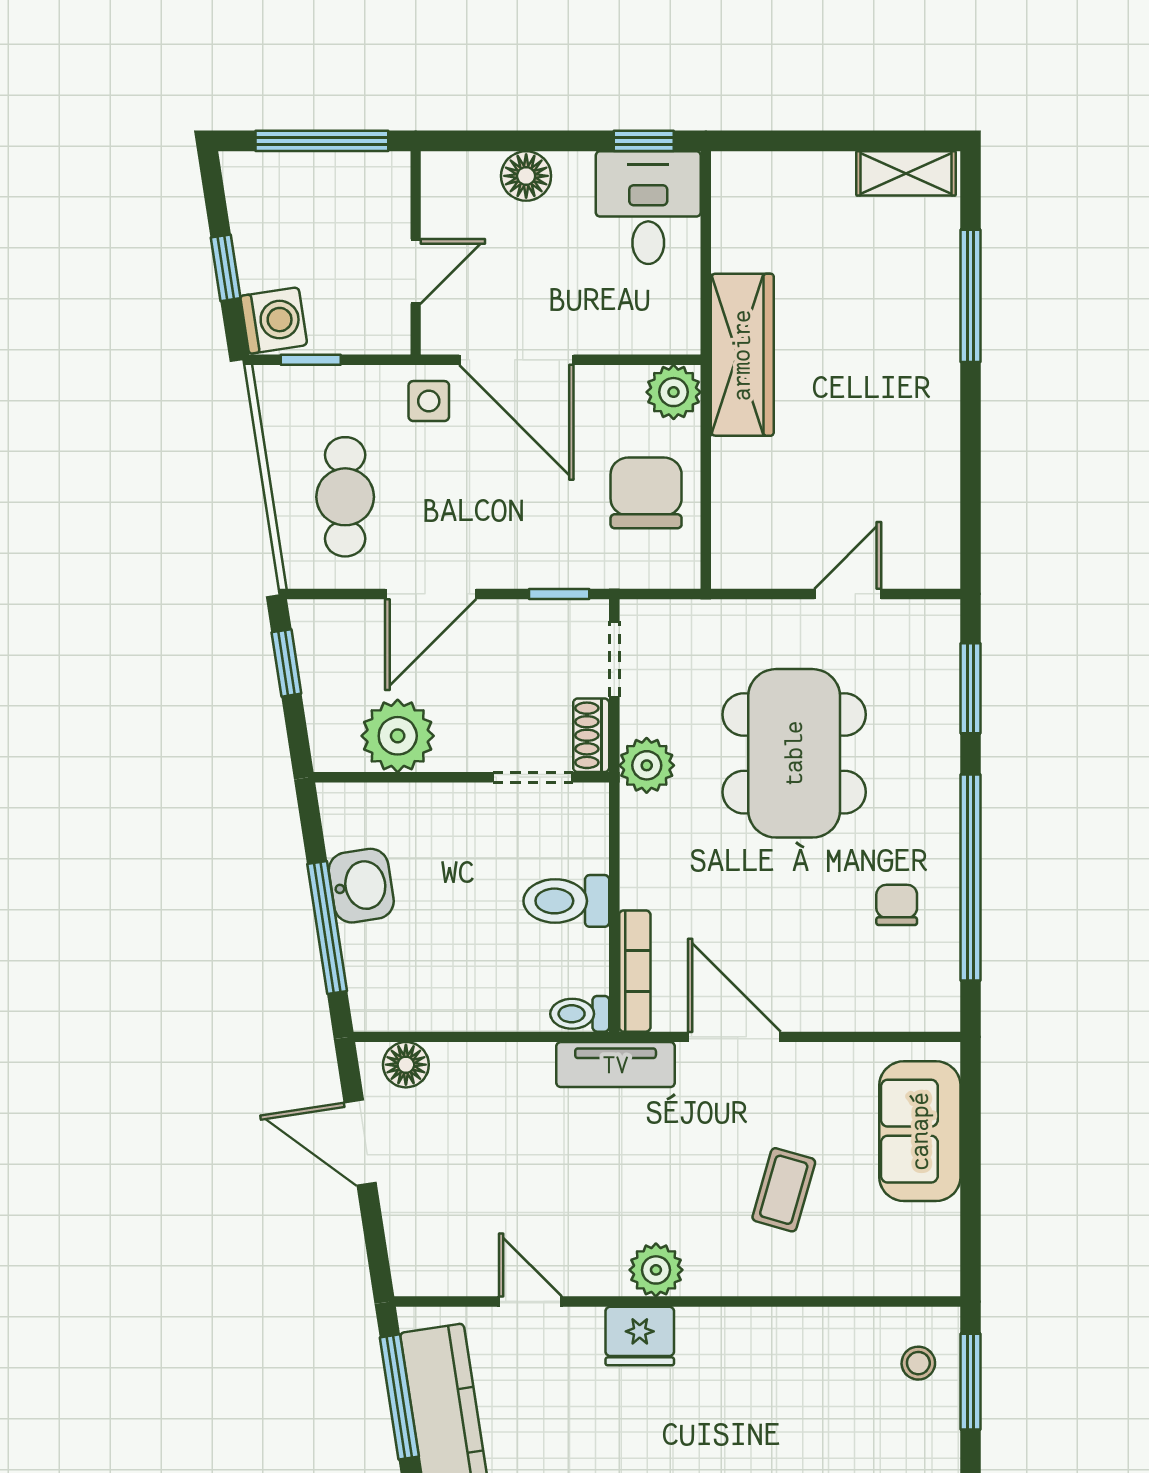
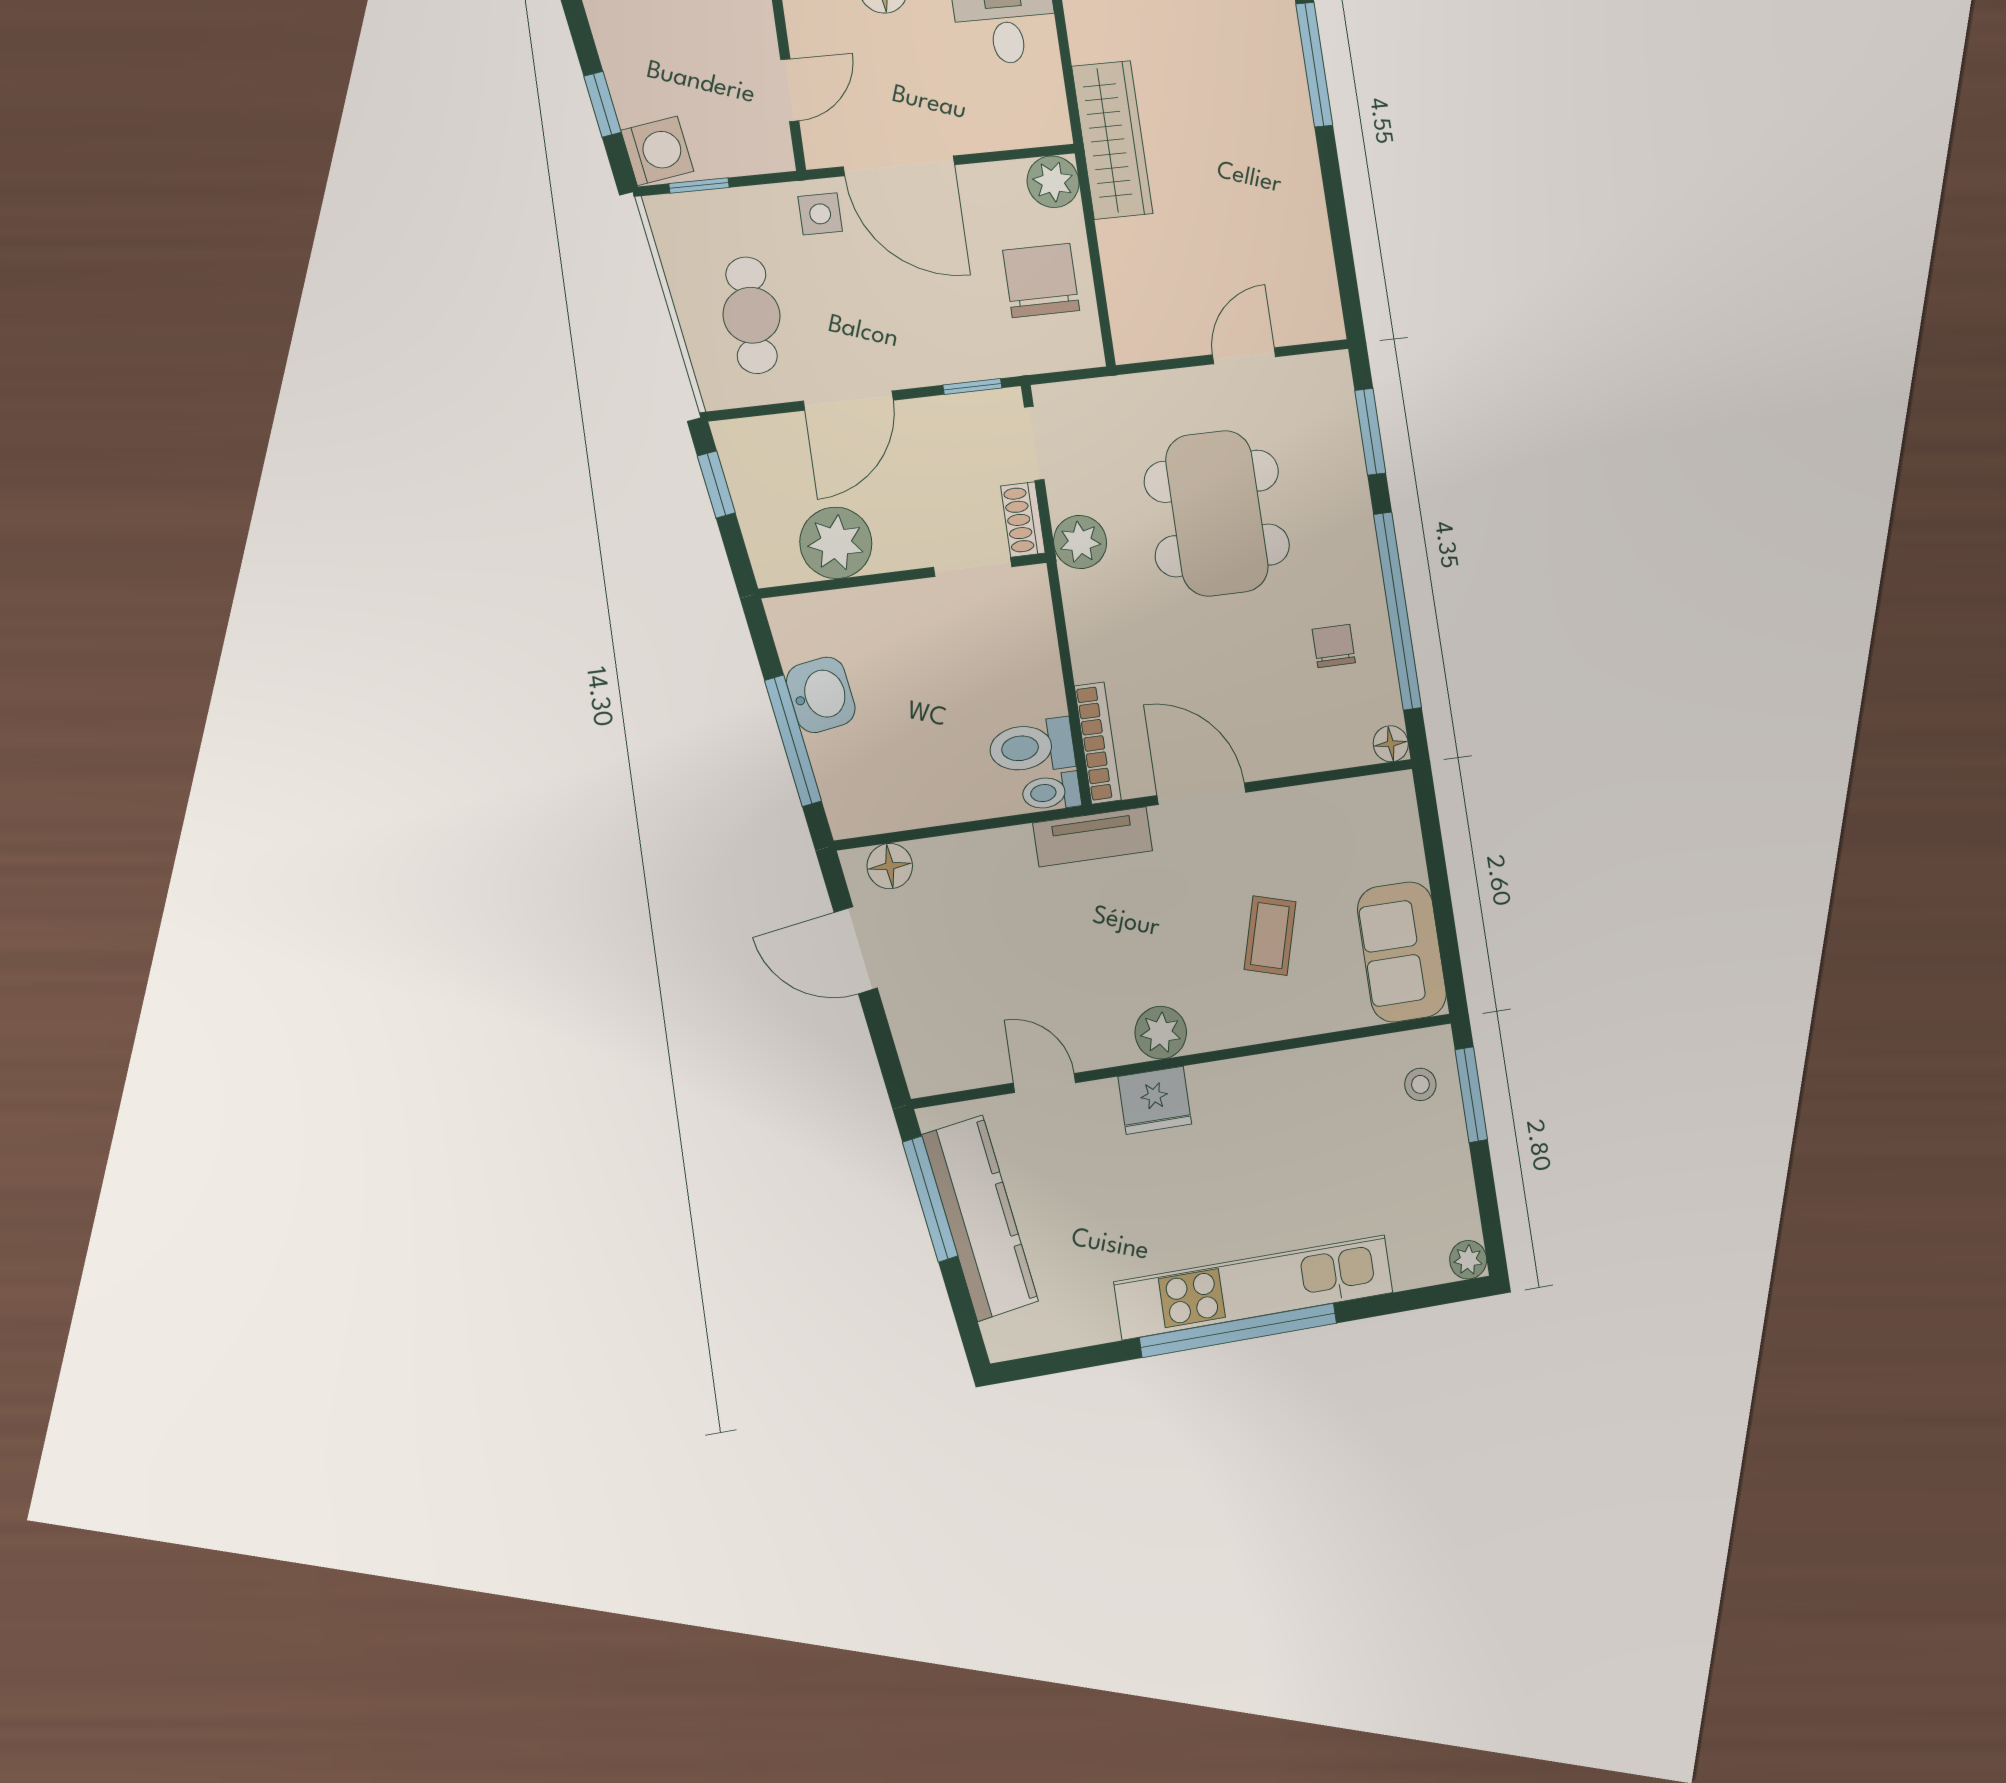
toilet: (566, 901) -> (1032, 747), moved
floor lamp: (942, 1013) -> (1391, 744), added
sofa: (920, 1131) -> (1402, 952), moved

